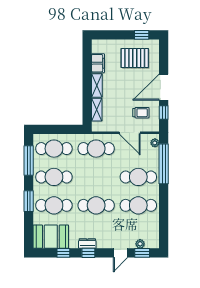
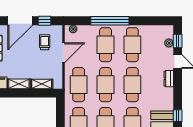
door: (164, 87) -> (20, 21), hinge flipped
window: (164, 164) -> (110, 21), moved
cafe table: (96, 177) -> (105, 85), added
dresser: (87, 244) -> (169, 79), moved
window: (88, 253) -> (178, 92), removed

